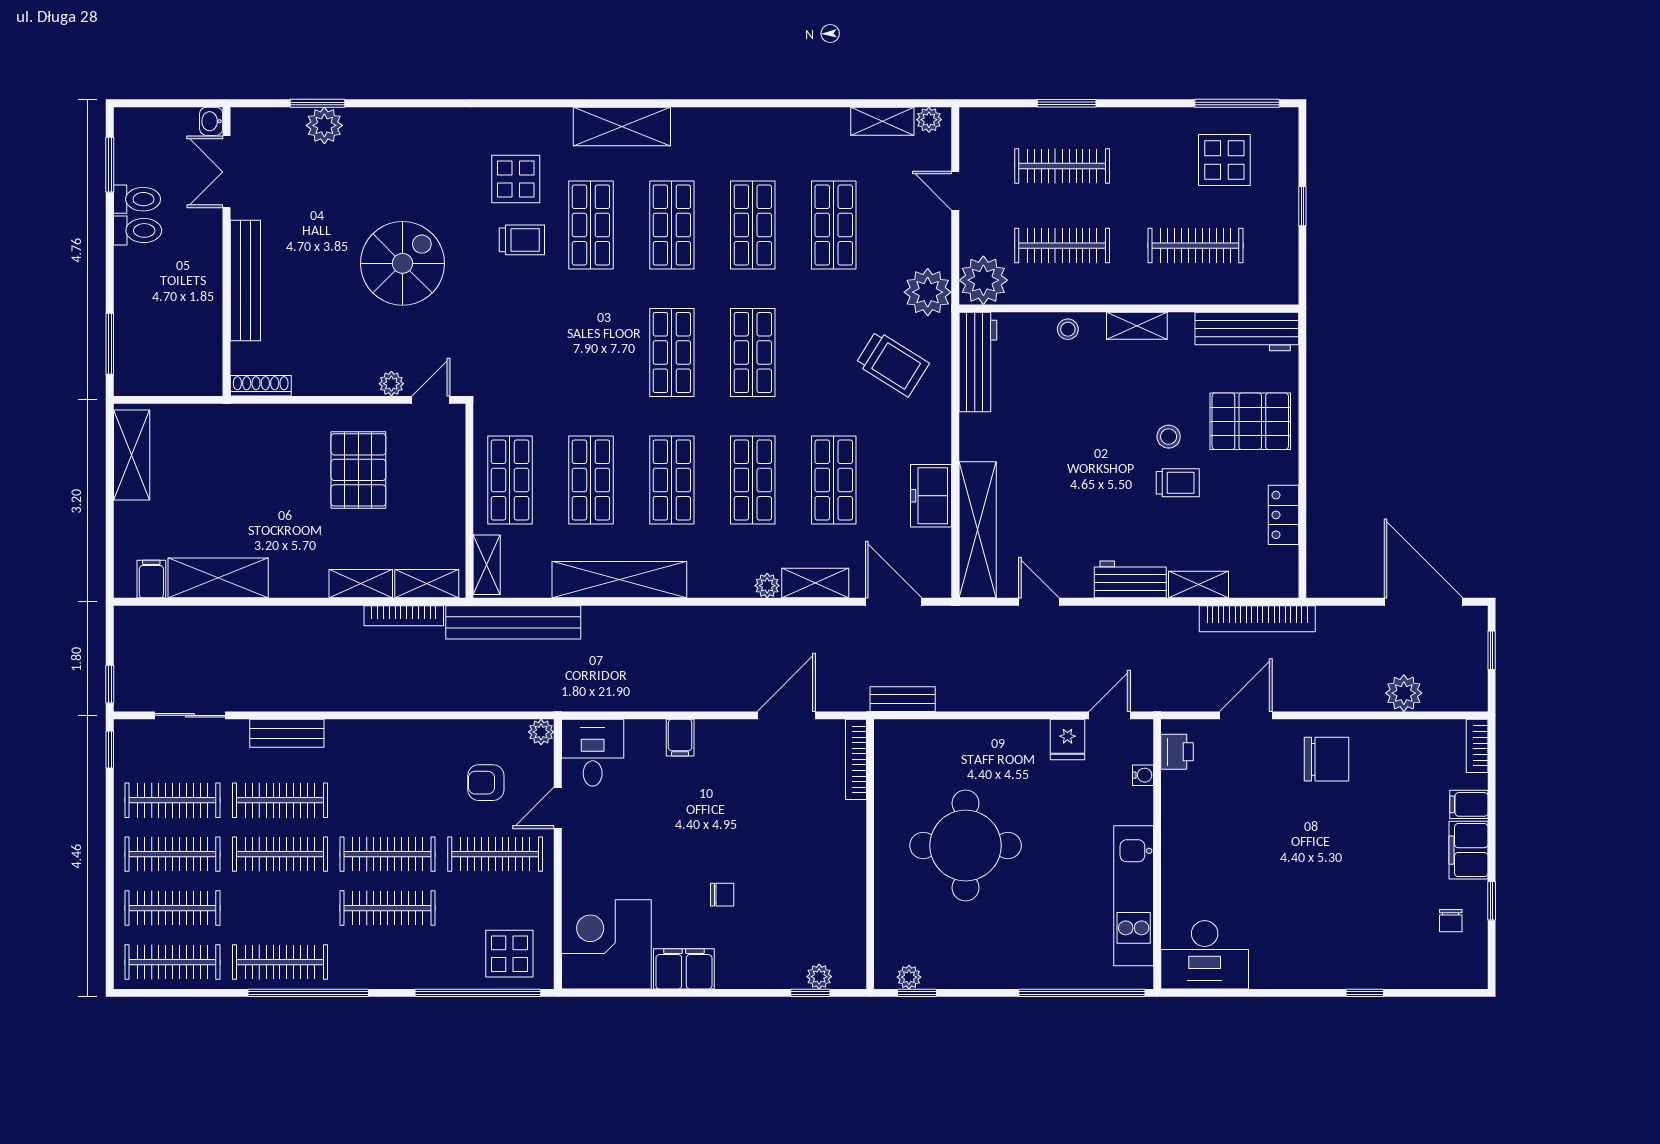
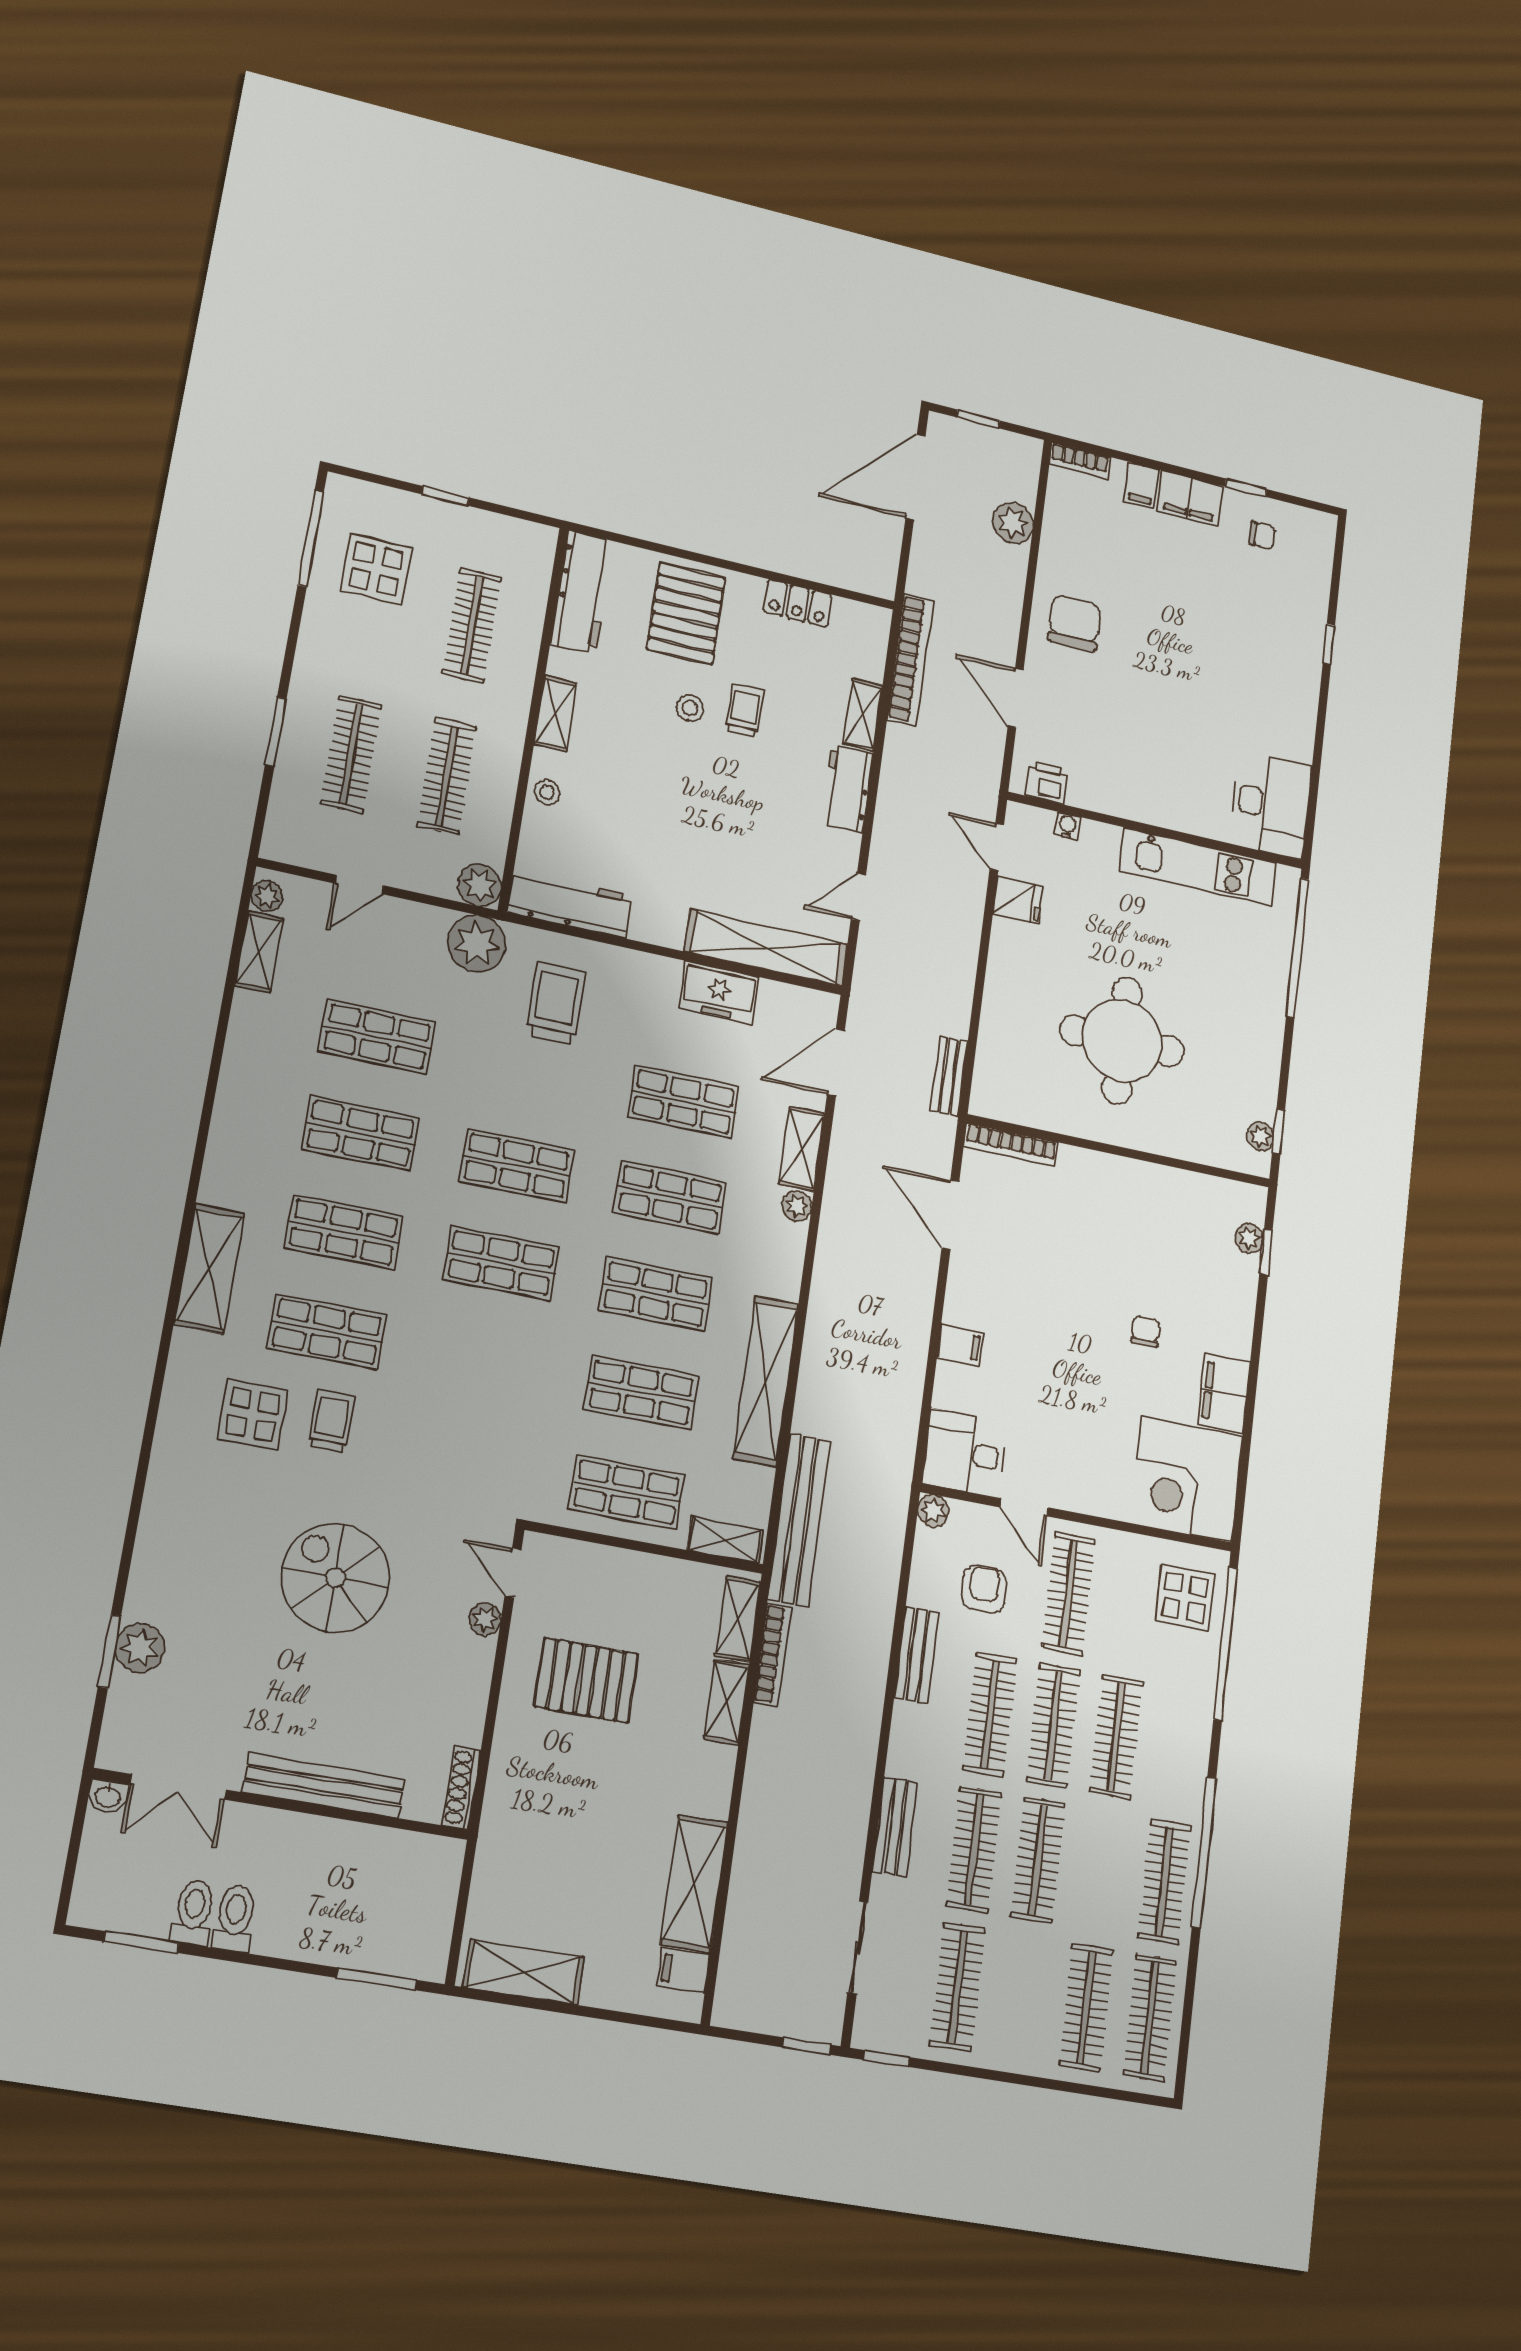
plant: (983, 280) -> (480, 885), width x0.73, depth x0.73
trolley: (892, 364) -> (556, 1003), turned -32
bench: (424, 733) -> (916, 1655), added
armchair: (486, 783) -> (984, 1589), turned 180
clothes rail: (172, 854) -> (990, 1714), moved

